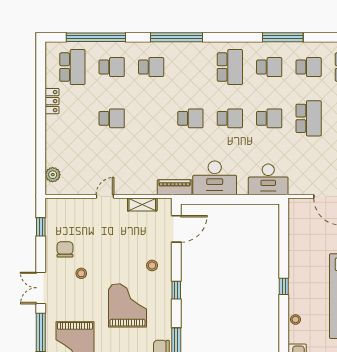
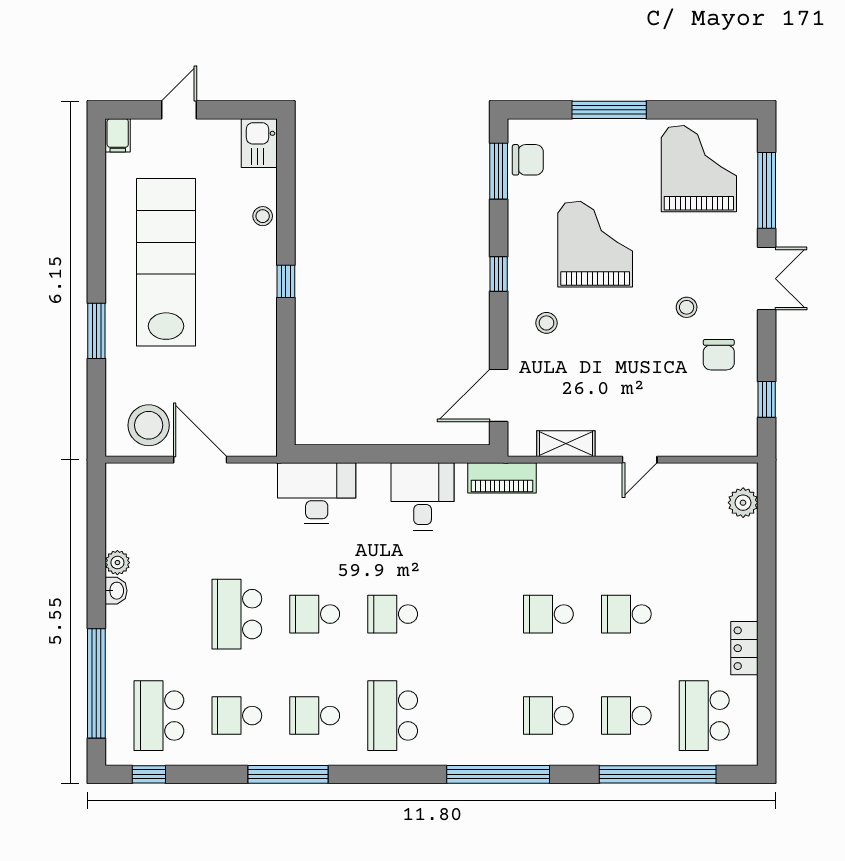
school desk: (190, 118) -> (548, 614), moved
desk: (215, 178) -> (423, 496), width x0.73
grand piano: (127, 305) -> (595, 244), turned 180

